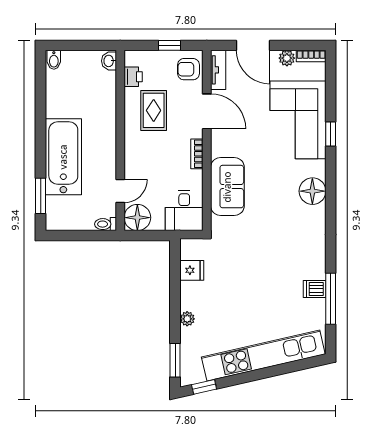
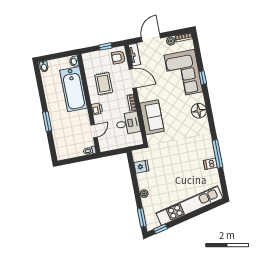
door: (253, 45) -> (151, 38), swing flipped
printer: (133, 77) -> (97, 109), moved
bathtub: (63, 157) -> (74, 89), moved, turned 180
window: (41, 196) -> (47, 121), moved
desk: (184, 211) -> (128, 123), moved, turned -90
floor lamp: (137, 218) -> (106, 144), removed
window: (331, 299) -> (217, 154), moved

